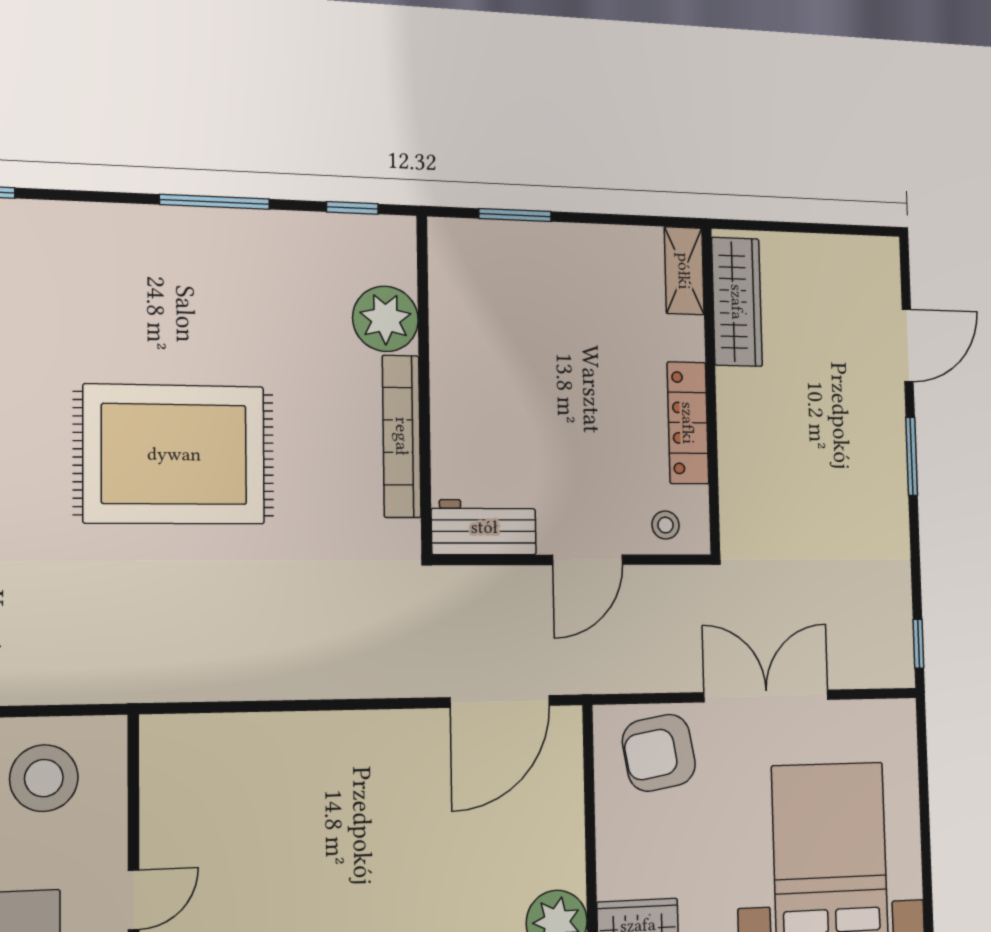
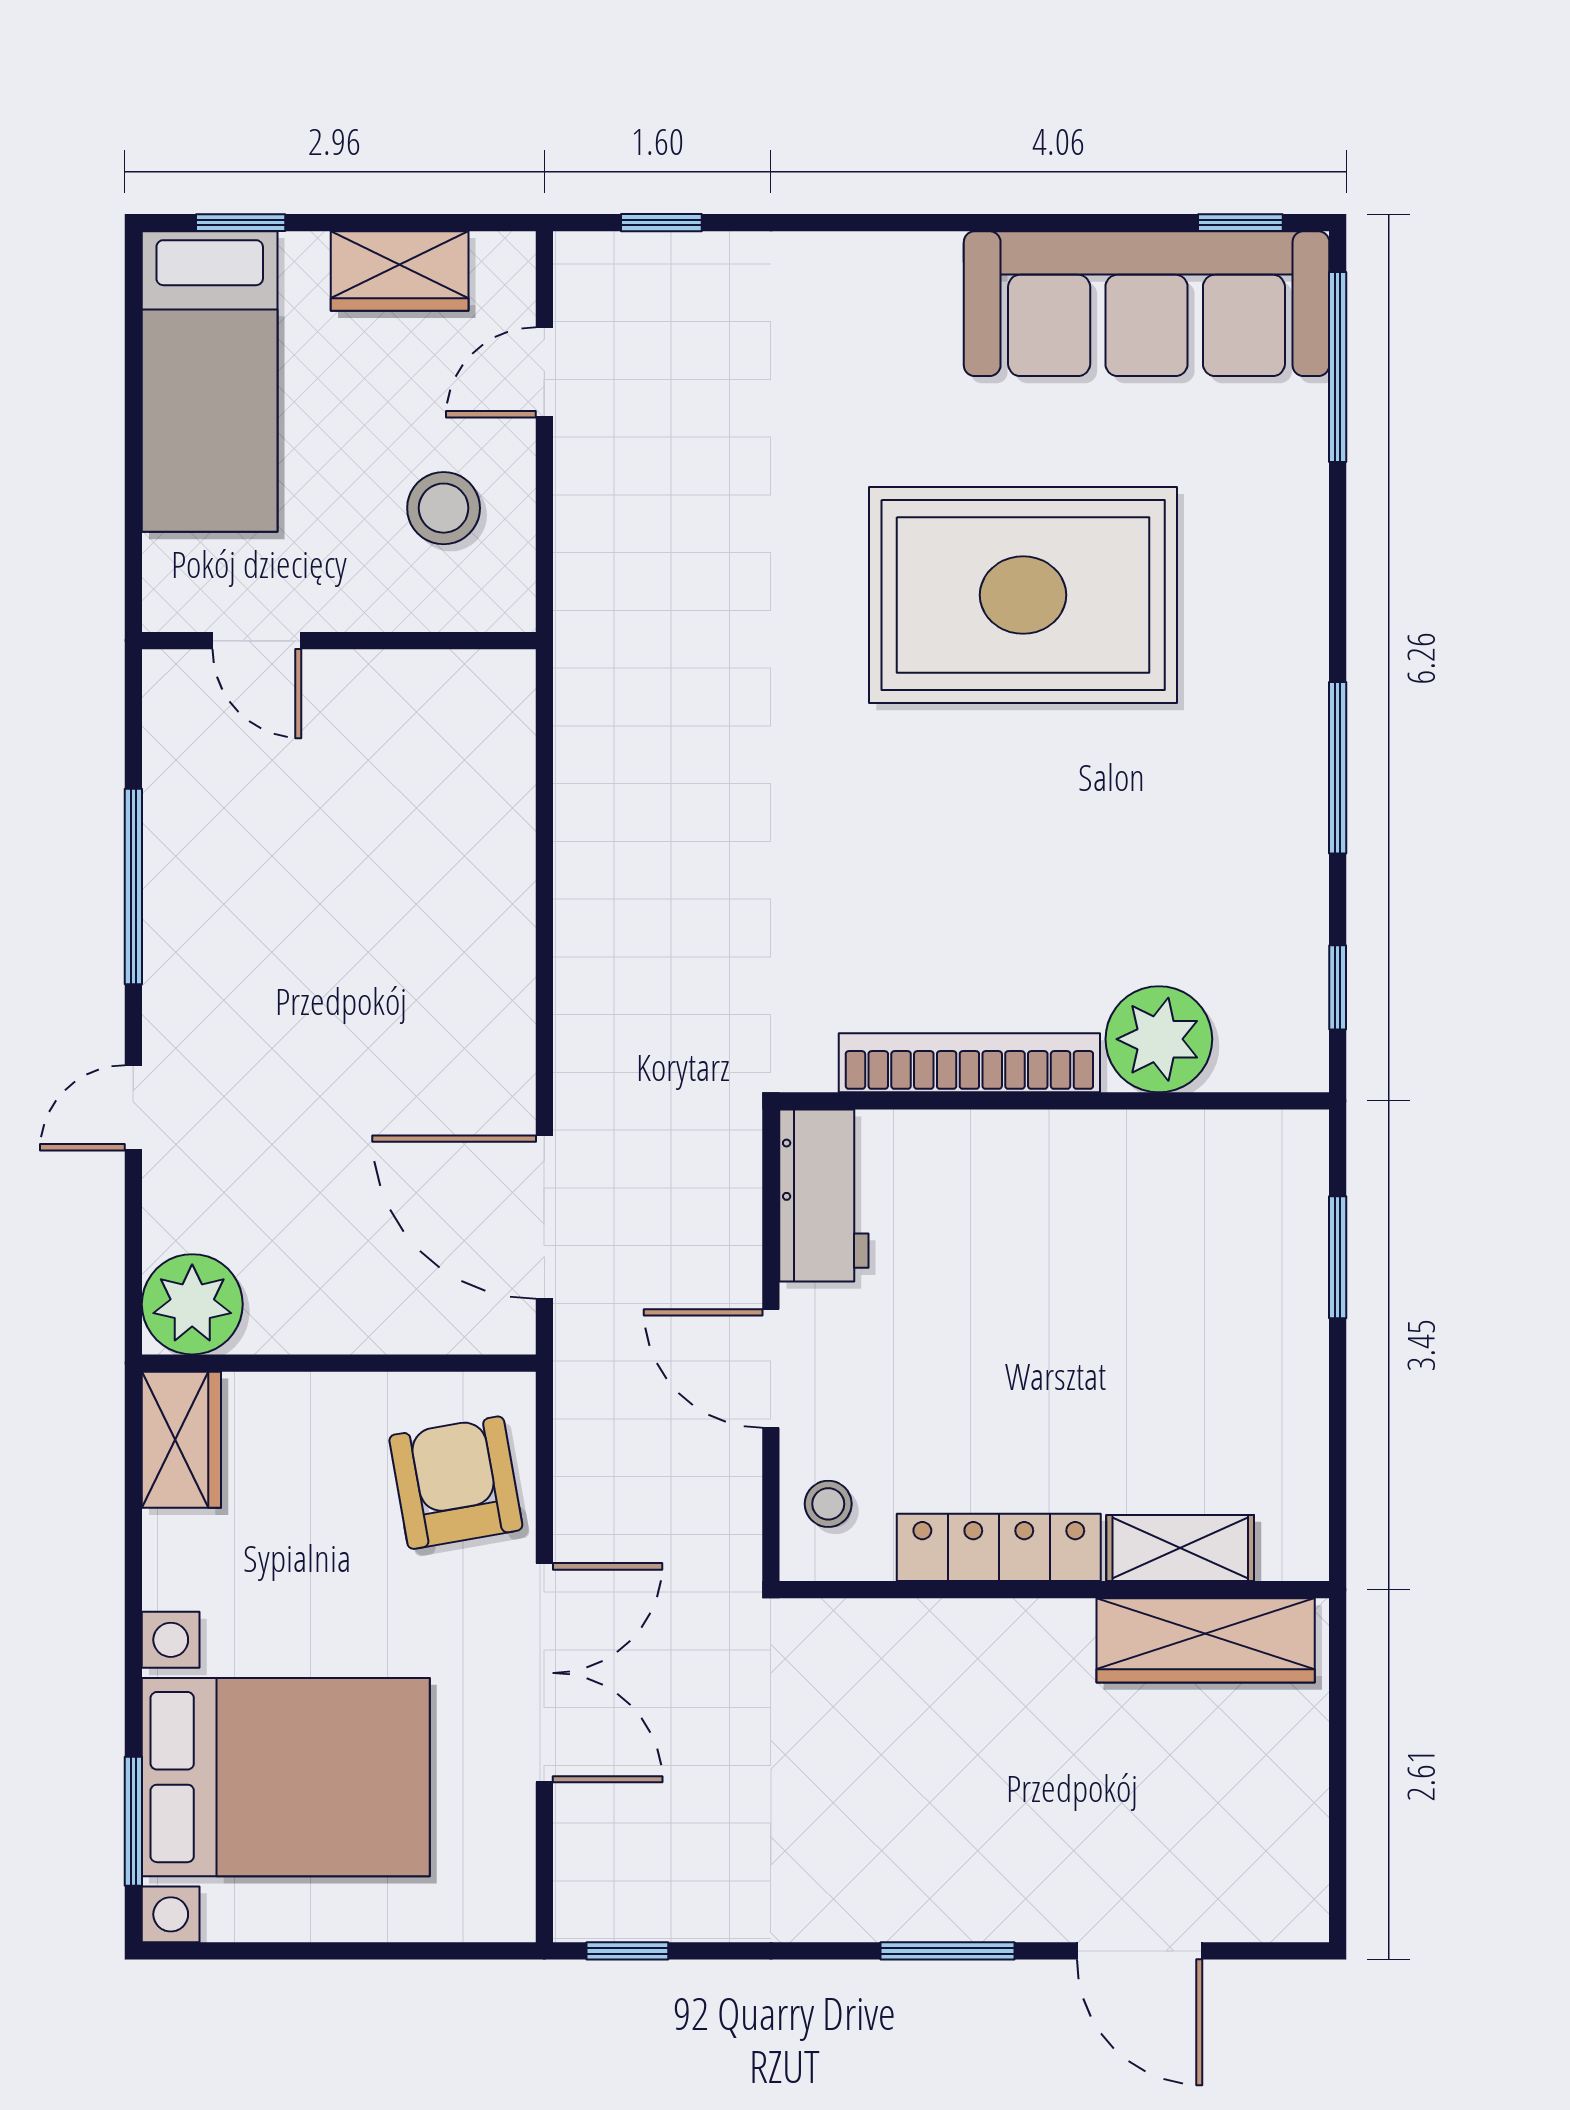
shelving: (684, 271) -> (1180, 1548), moved
rug: (174, 454) -> (1023, 595), moved, turned 90
stool: (44, 778) -> (444, 508), width x0.73, depth x0.73

